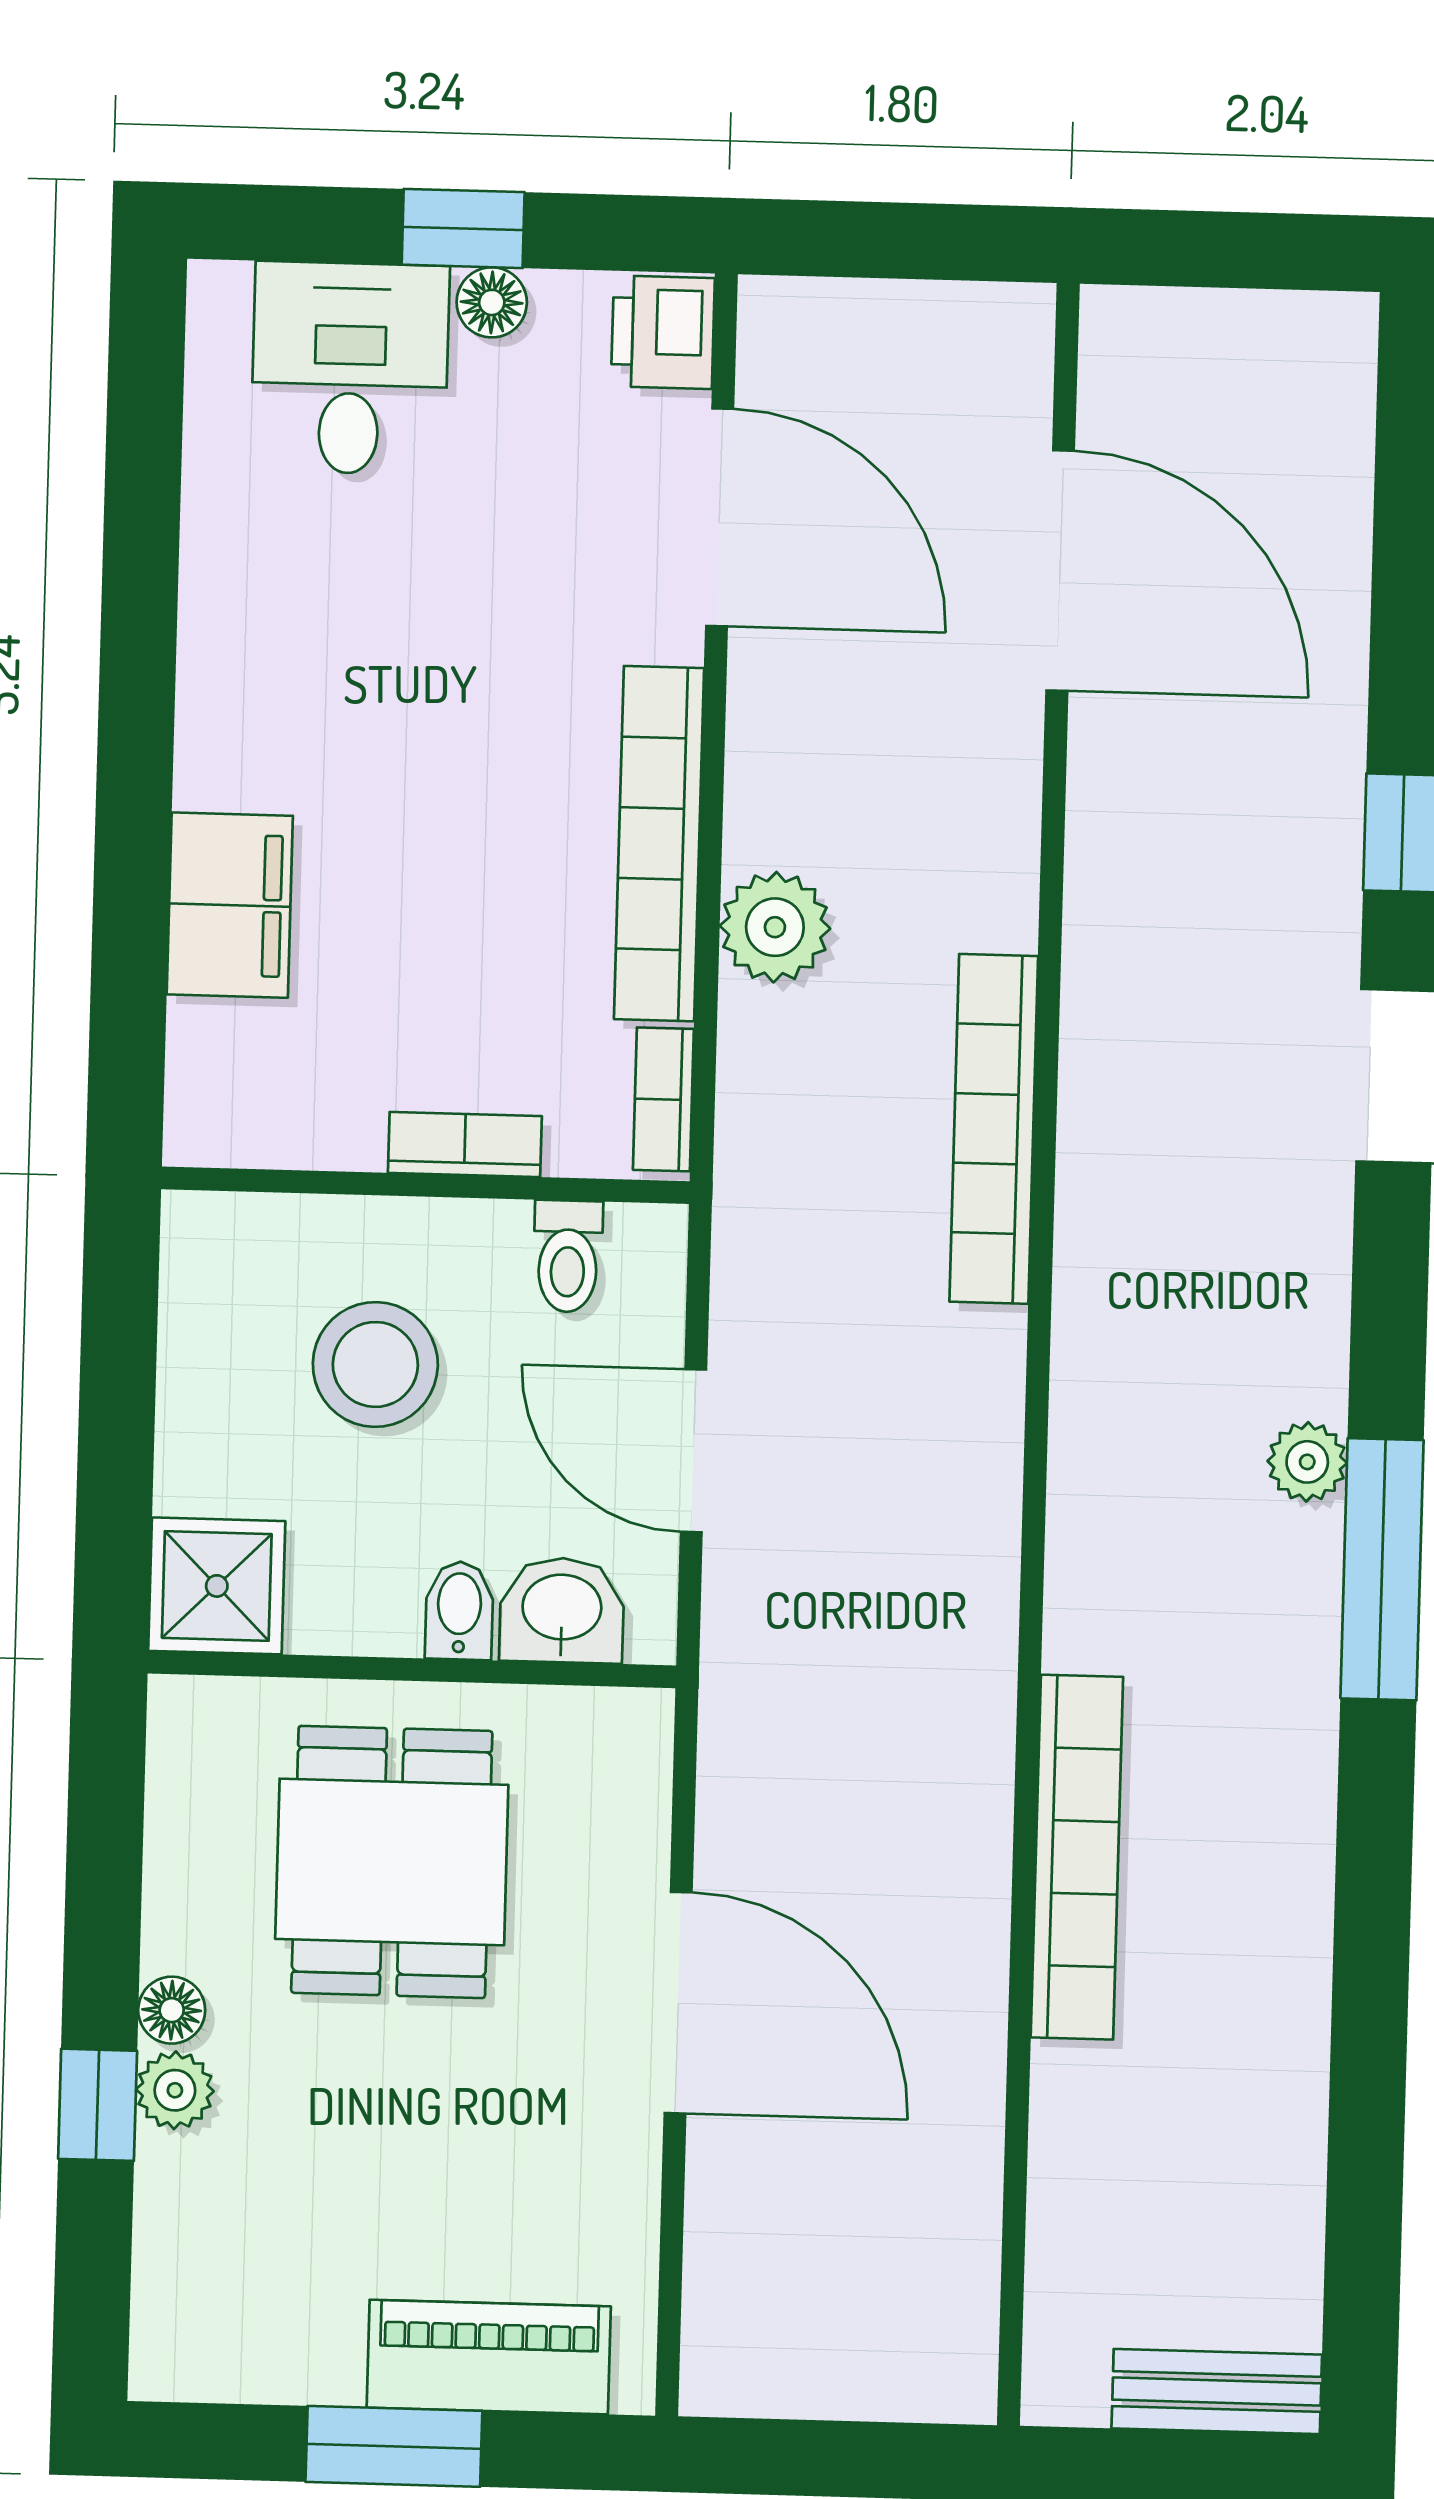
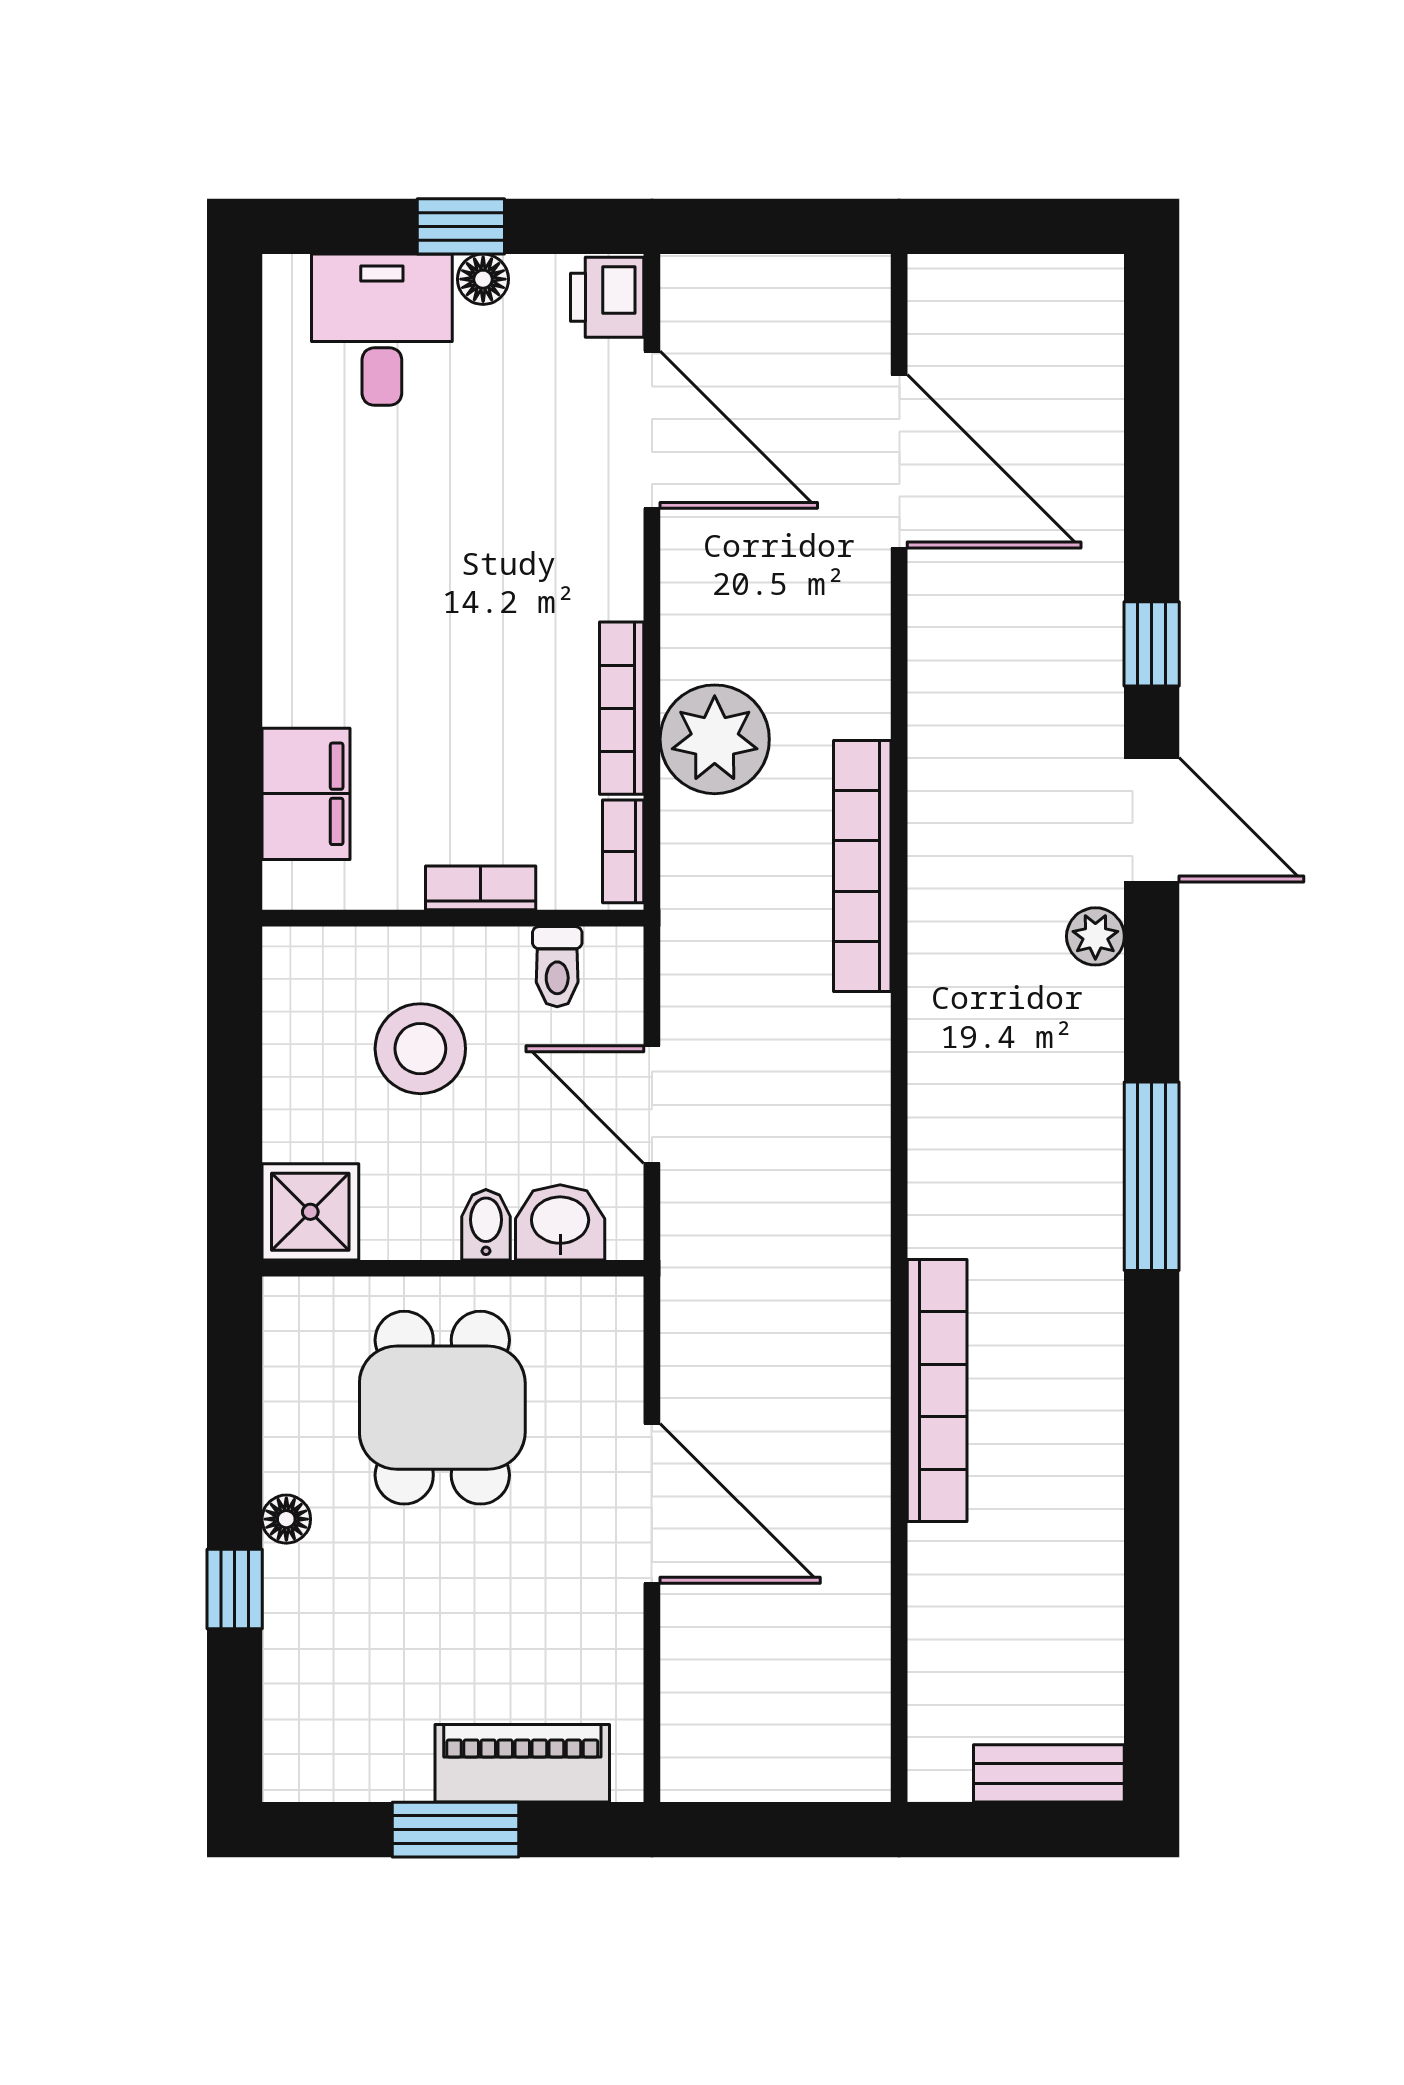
bookcase: (659, 844) -> (622, 708), width x0.68, depth x0.76
filing cabinet: (230, 905) -> (306, 794), moved
plant: (775, 927) -> (715, 739), width x1.36, depth x1.36
plant: (1307, 1462) -> (1095, 936), moved
plant: (175, 2090) -> (290, 1577), removed

